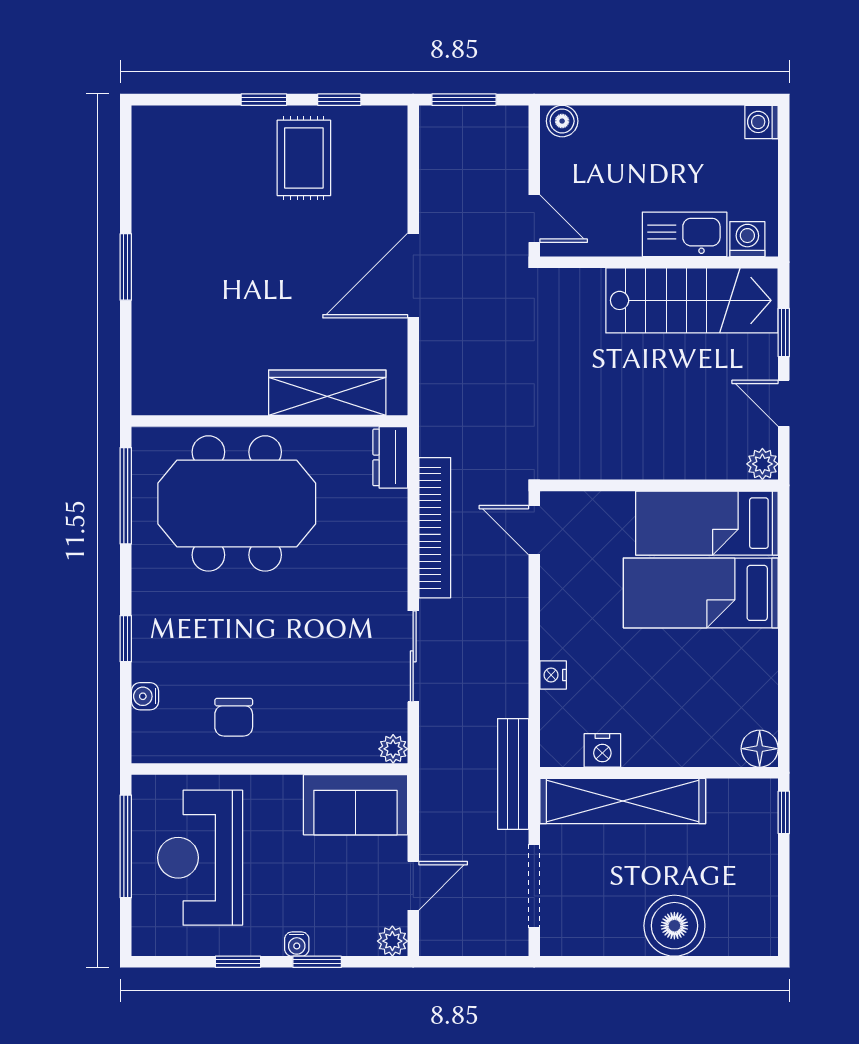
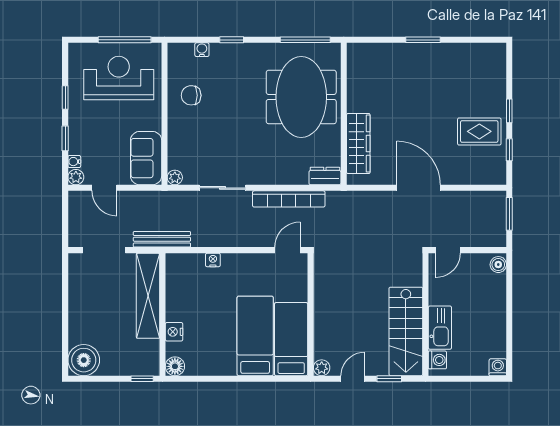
nightstand: (602, 750) -> (174, 332), moved
boiler: (674, 926) -> (84, 360), moved
water cooler: (297, 944) -> (74, 162), moved

